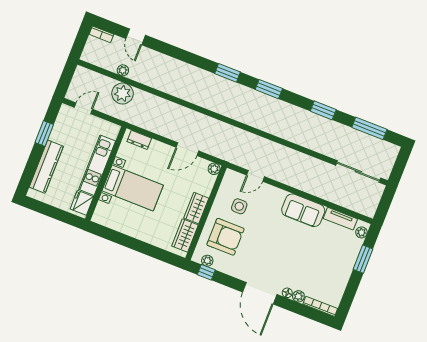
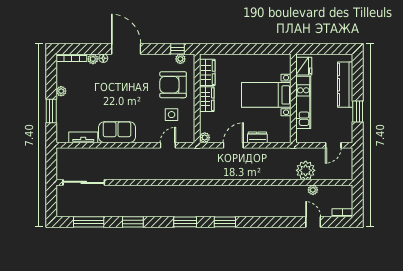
dresser: (139, 140) -> (257, 137), moved
plant: (361, 232) -> (61, 91), moved

